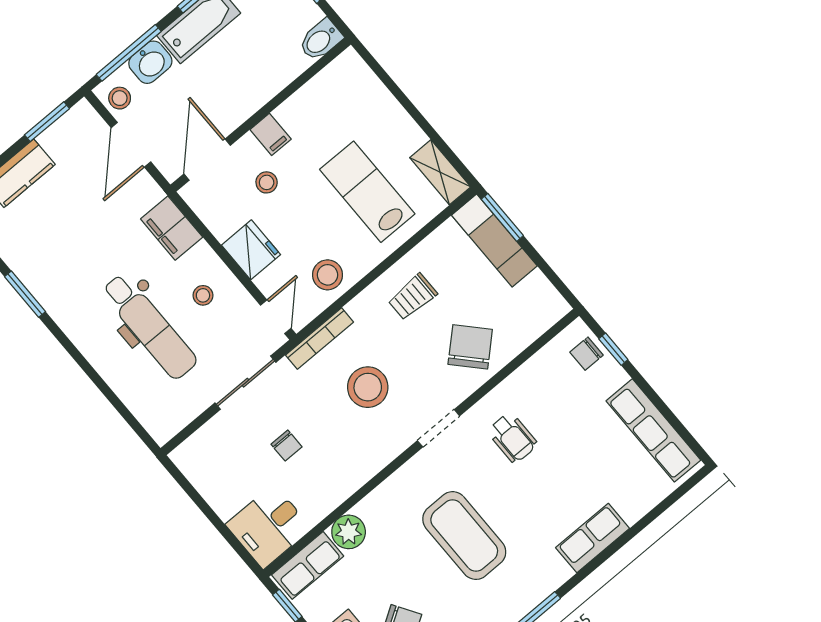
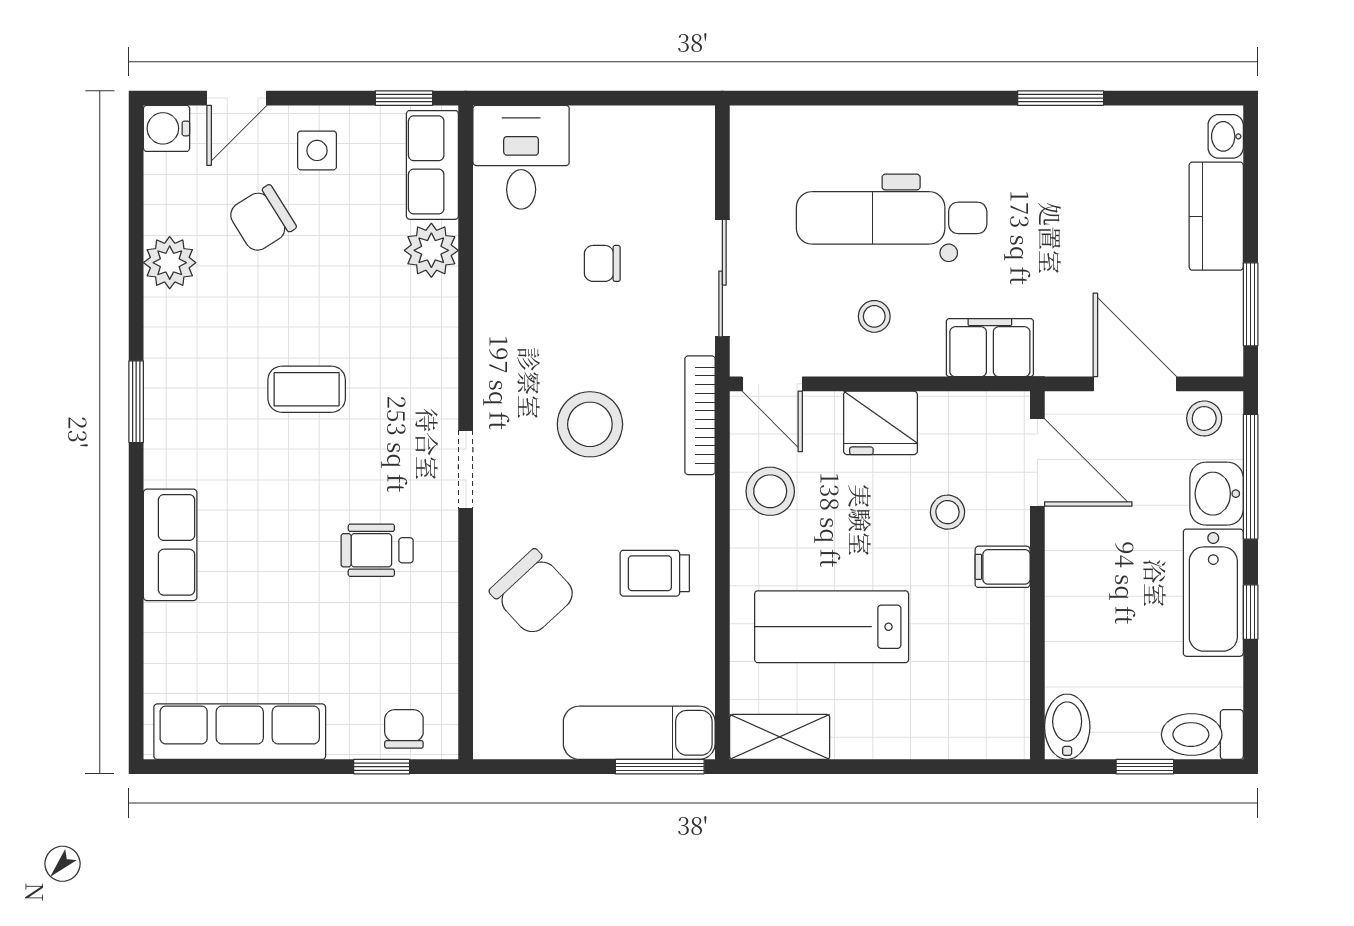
lab bench: (367, 192) -> (832, 627), turned 180
trolley: (412, 297) -> (655, 573), turned -90
coffee table: (464, 536) -> (307, 389), width x0.54, depth x0.58

